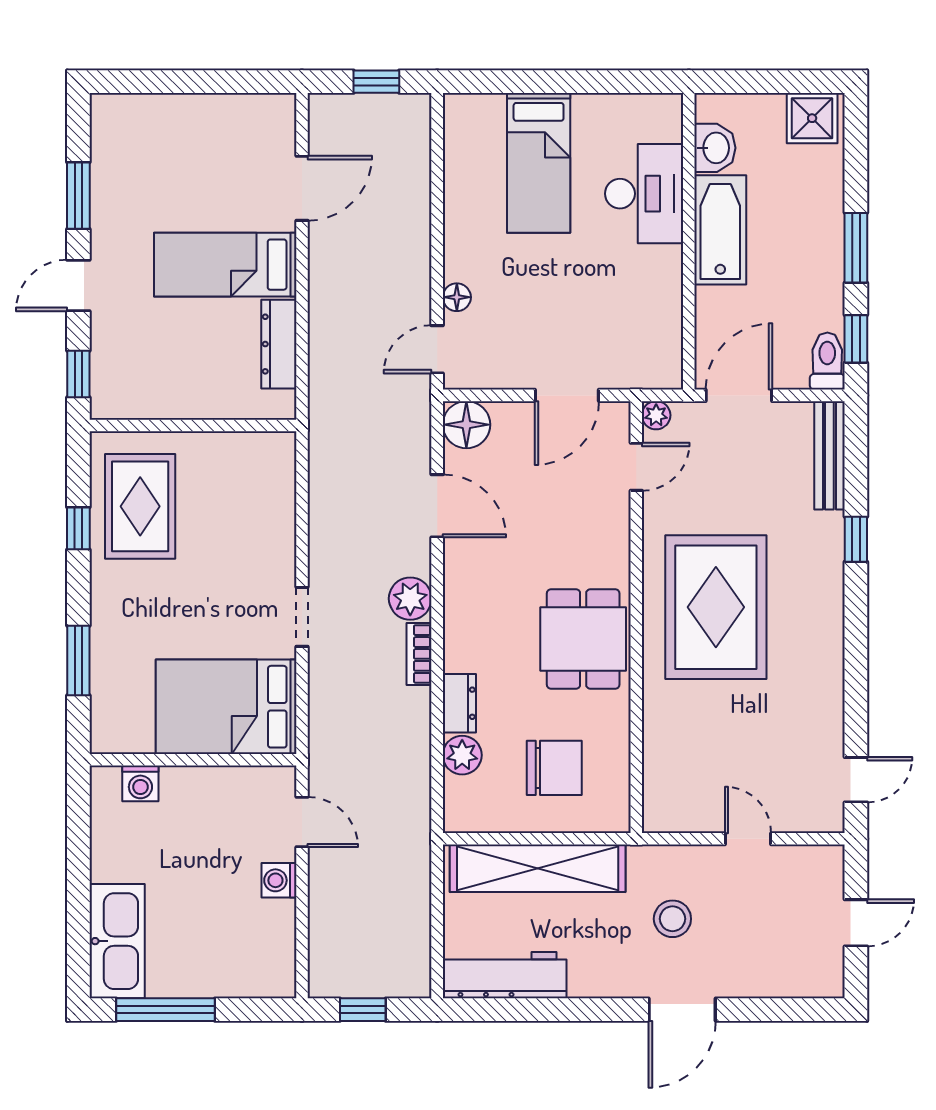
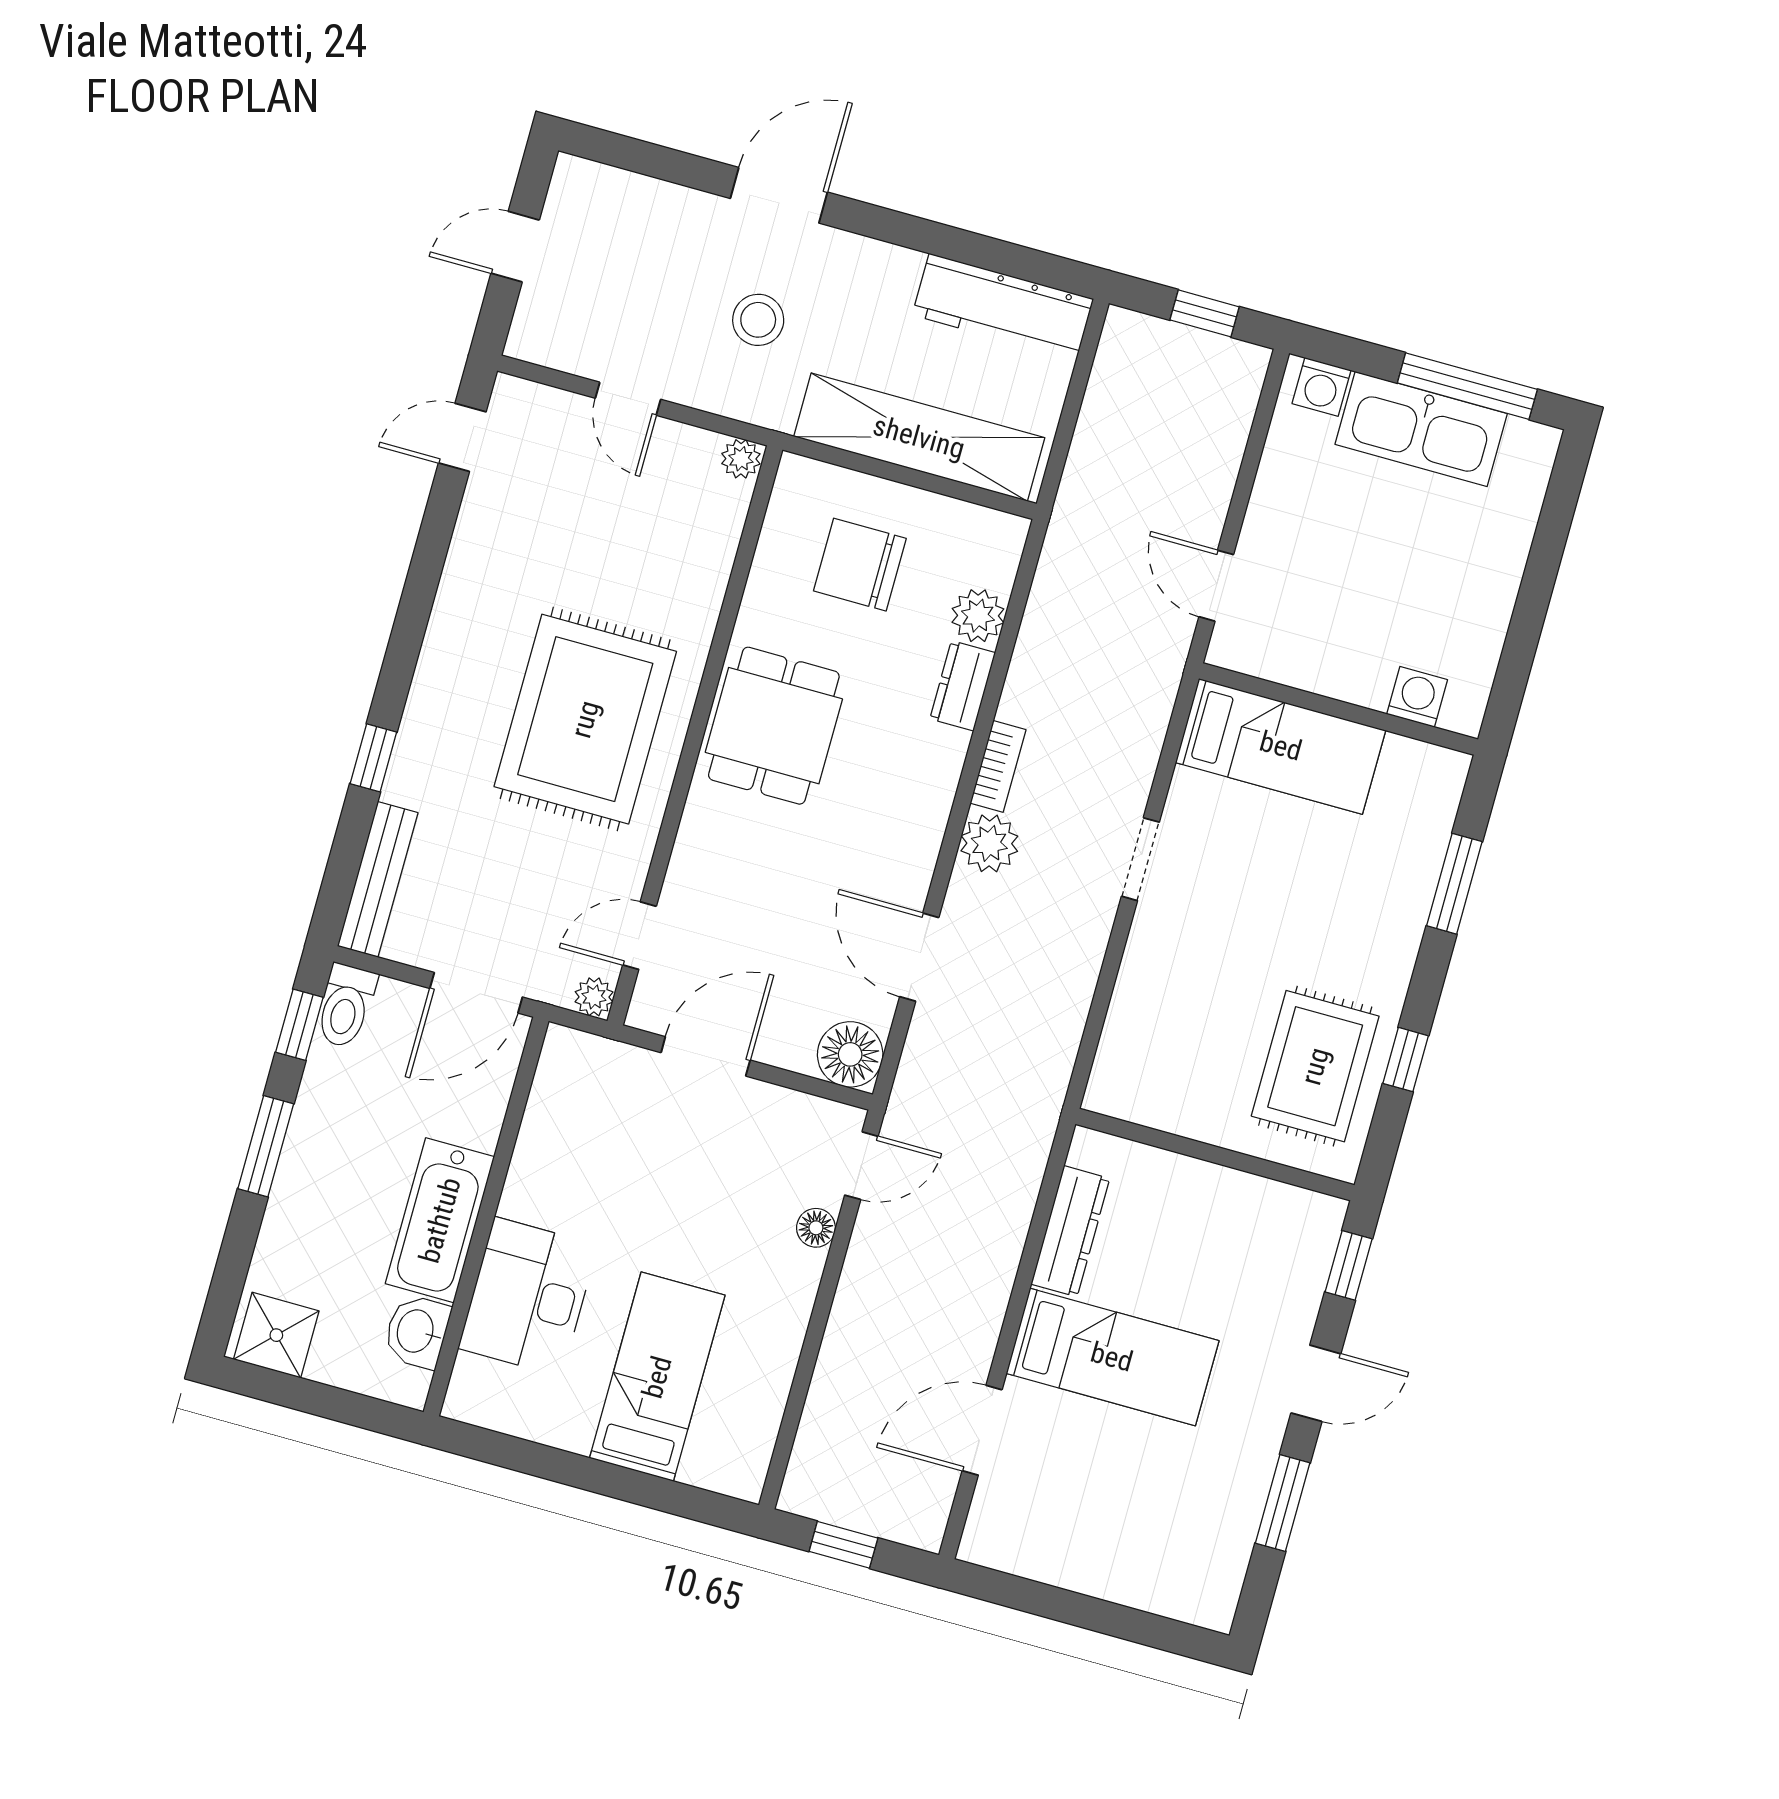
bed: (226, 707) -> (1281, 746), width x0.67
plant: (658, 819) -> (741, 459), added
washing machine: (279, 880) -> (1321, 387), moved, turned 90
kitchen sink: (117, 941) -> (1421, 429), moved, turned -90

